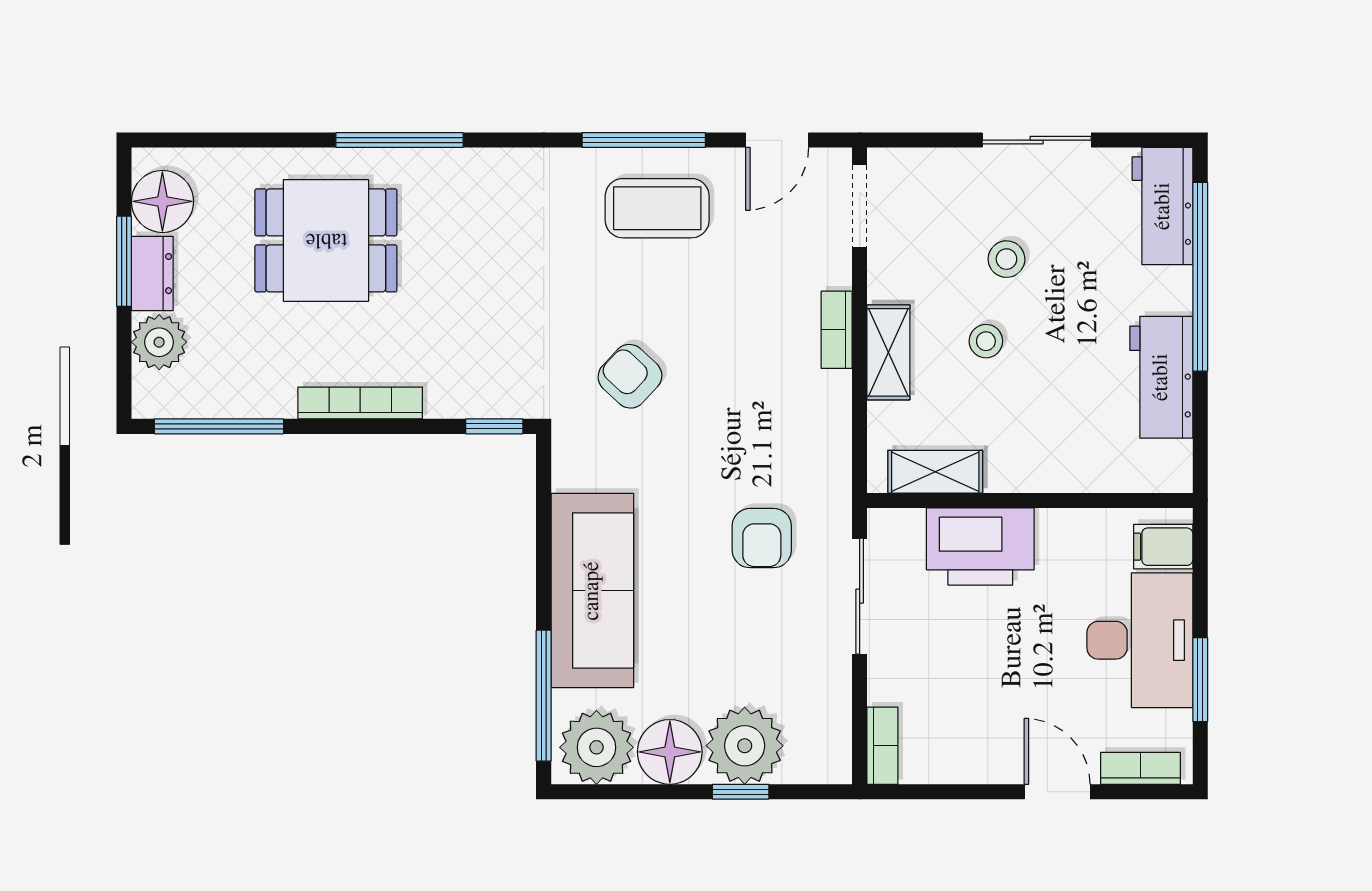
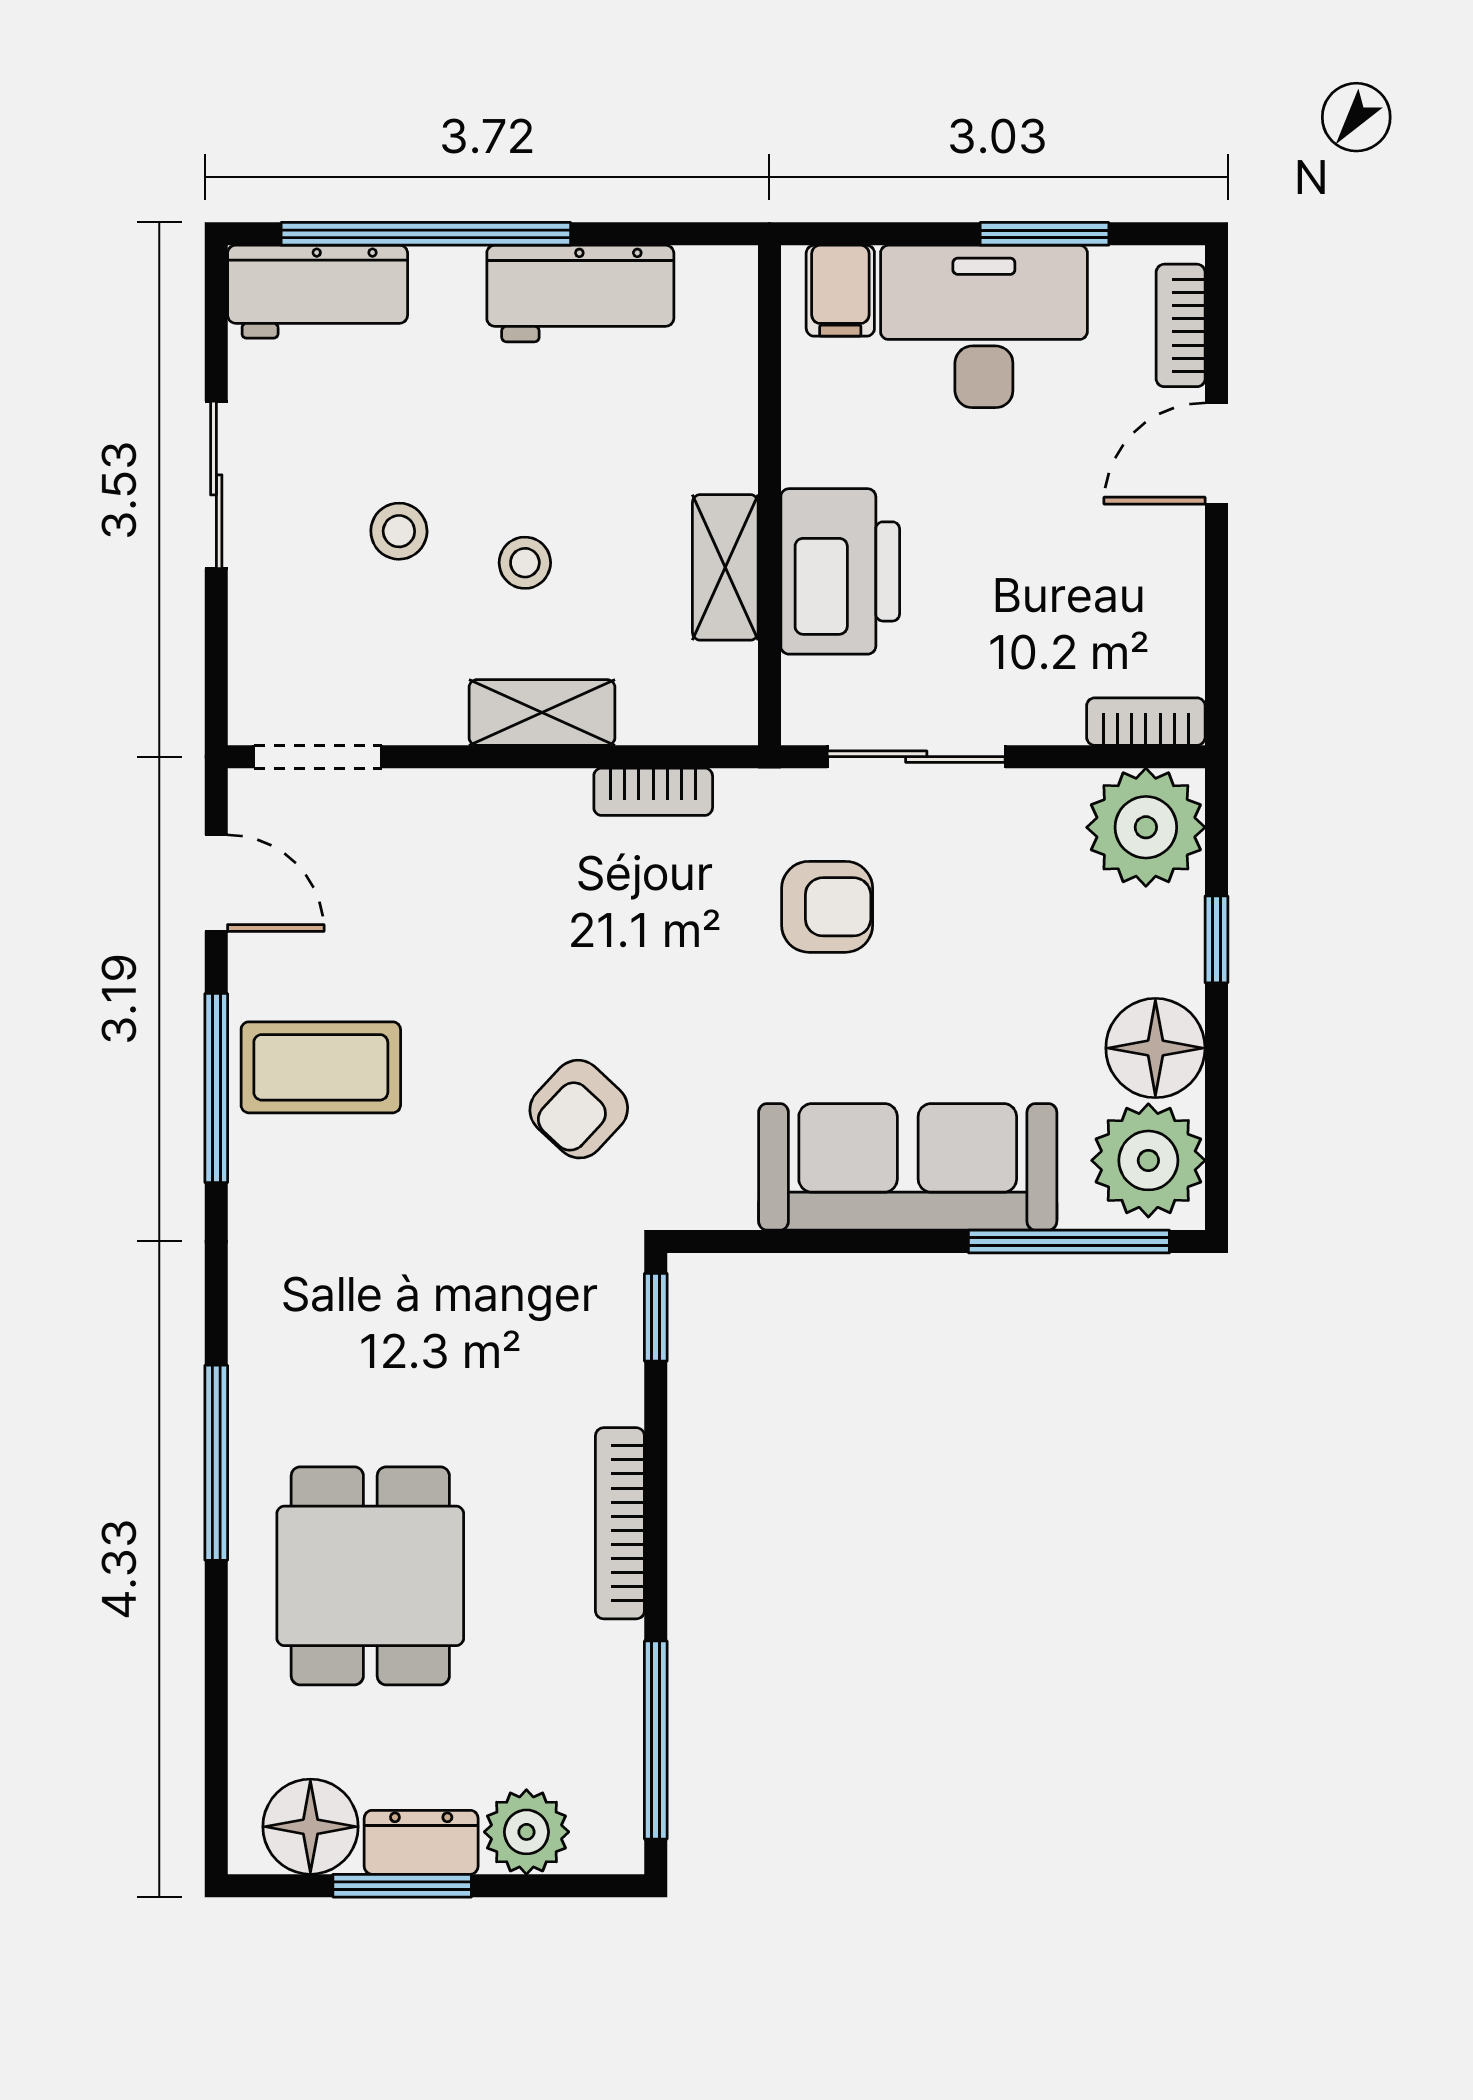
coffee table: (657, 208) -> (321, 1067), turned 90
bookcase: (837, 330) -> (653, 792), moved
shelving: (935, 472) -> (725, 567), moved
plant: (745, 746) -> (1146, 827), moved

